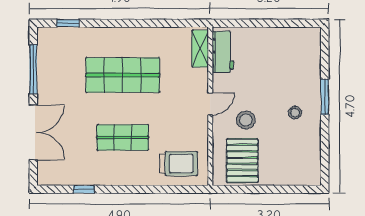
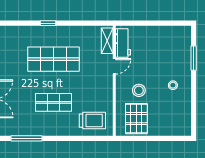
window: (68, 23) -> (48, 23), moved
window: (325, 97) -> (194, 58), moved
door: (210, 104) -> (114, 66), moved
window: (84, 189) -> (26, 138), width x2.17

